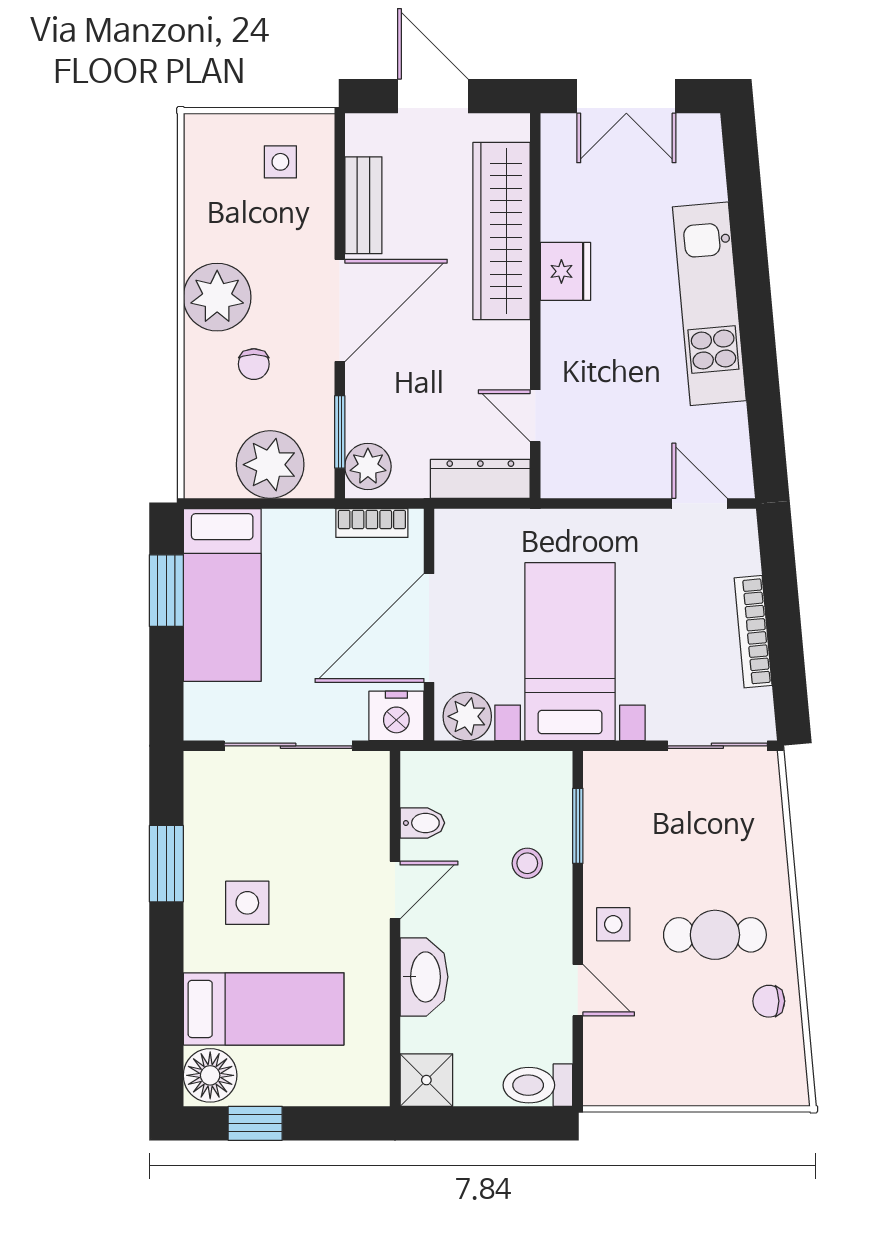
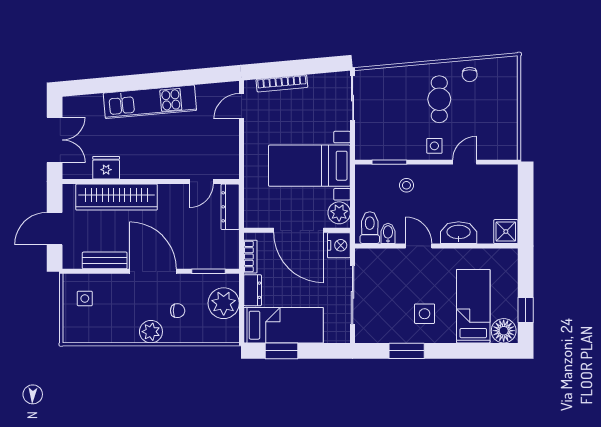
fridge: (565, 271) -> (106, 168), moved
plant: (217, 297) -> (151, 332), width x0.73, depth x0.73
plant: (368, 466) -> (224, 258), removed
dresser: (298, 528) -> (253, 290), added
bookcase: (753, 632) -> (282, 83), moved
toilet: (538, 1085) -> (370, 228), moved, turned 180

